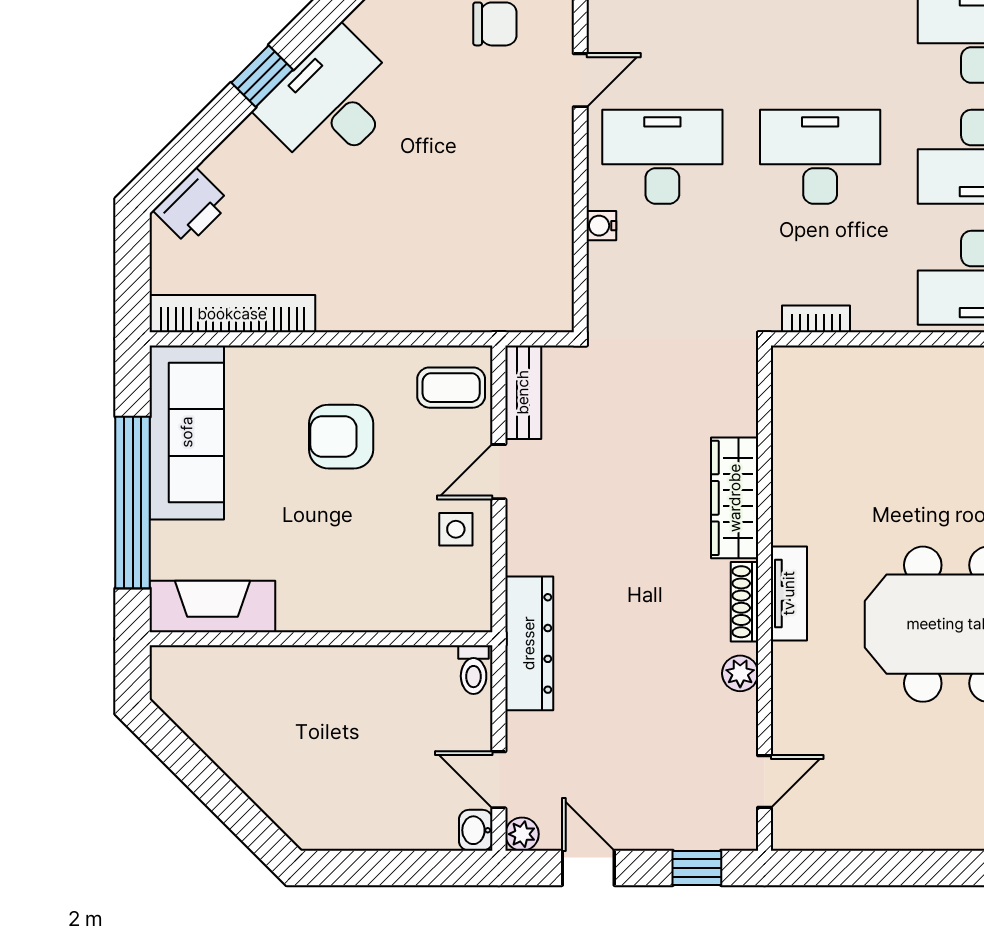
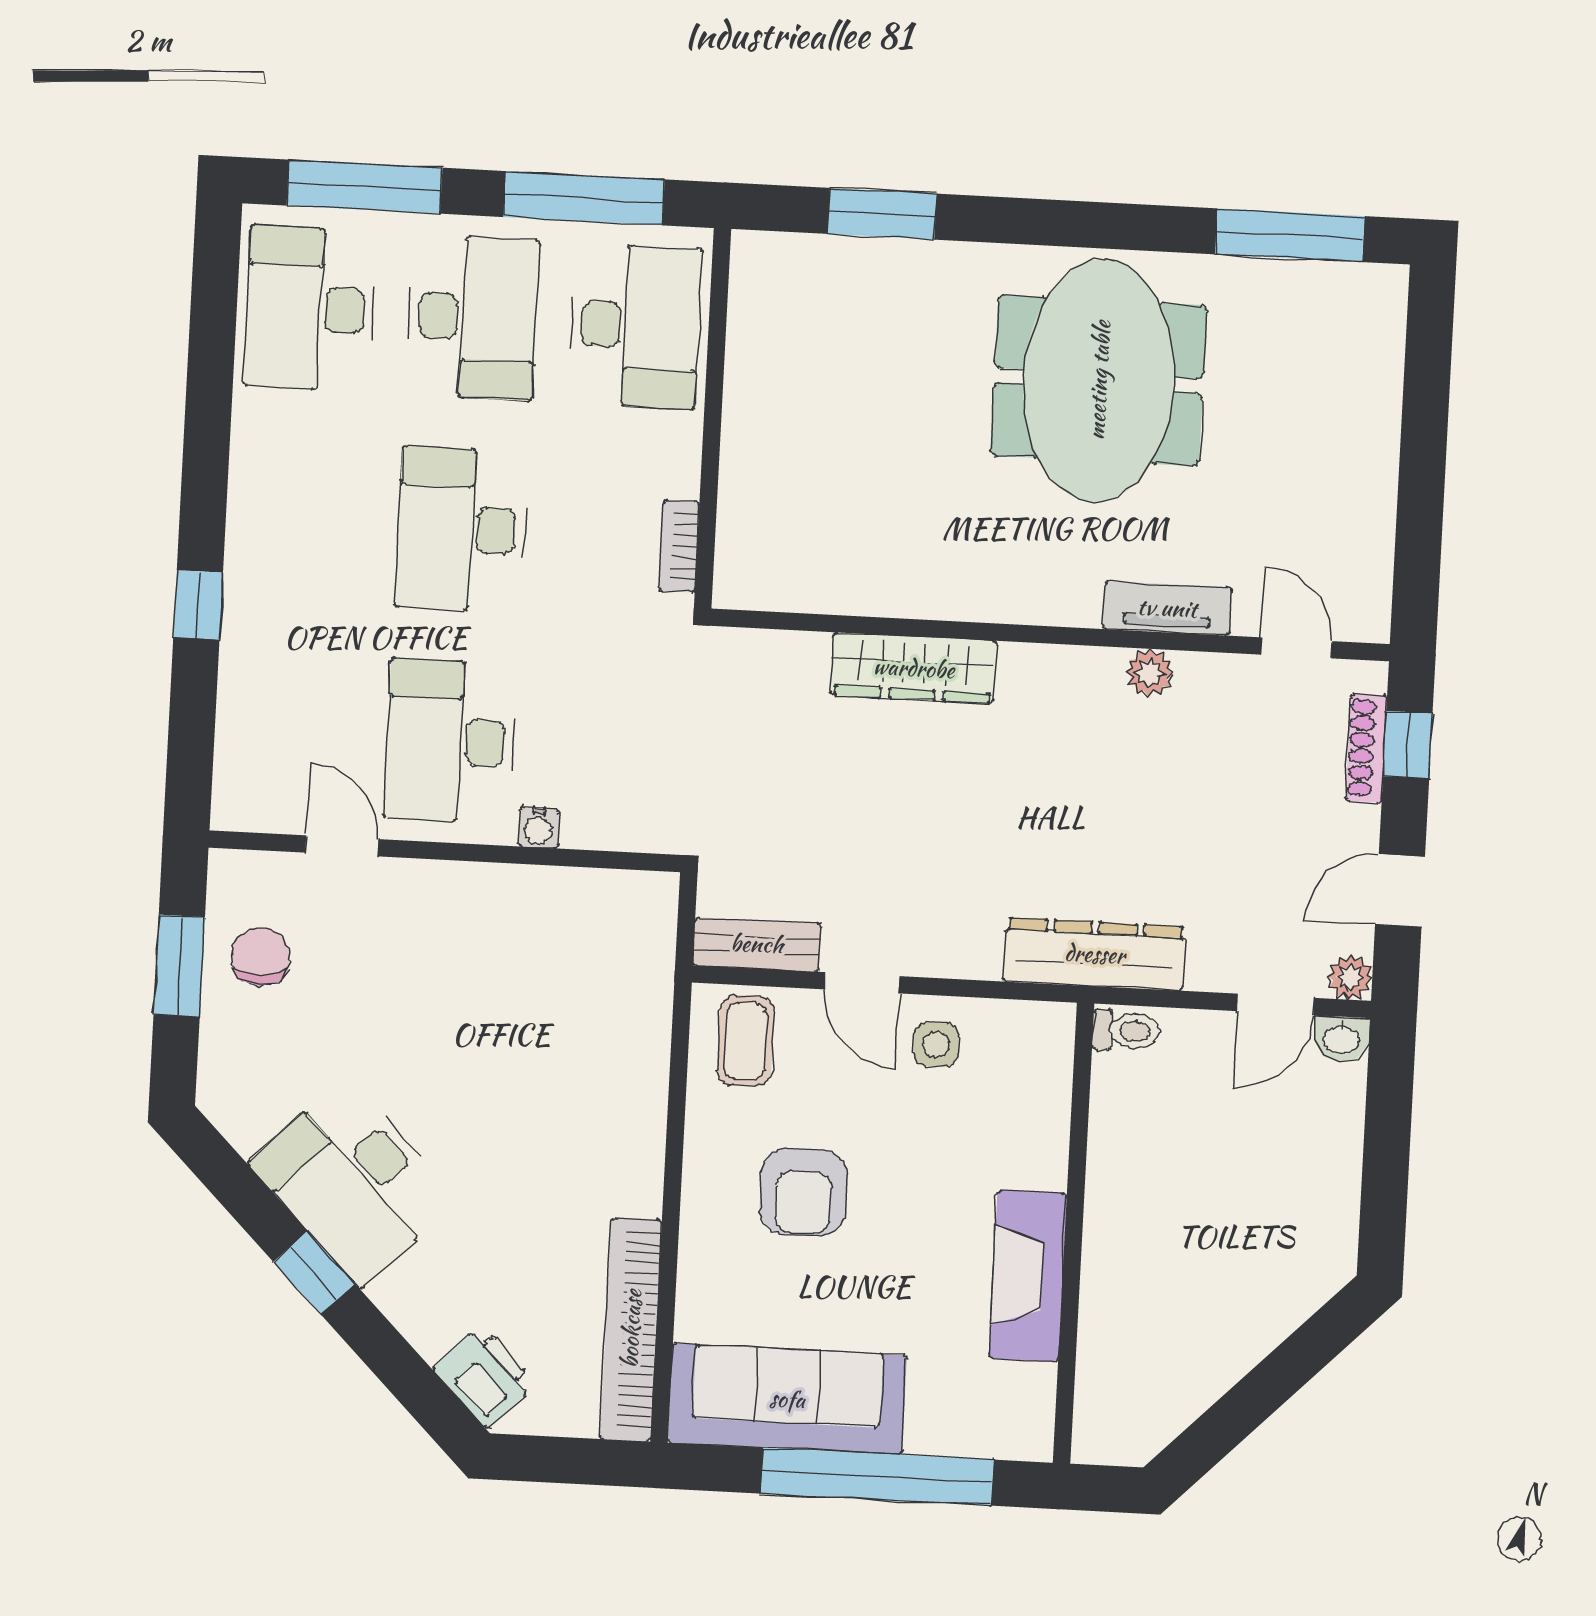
tv unit: (789, 593) -> (1167, 608), moved
shoe rack: (744, 602) -> (1366, 748), moved, turned 90
fireplace: (212, 607) -> (1028, 1276), moved

